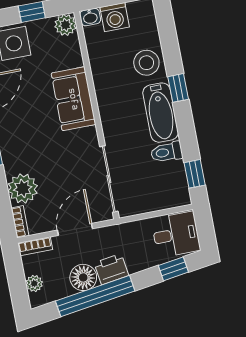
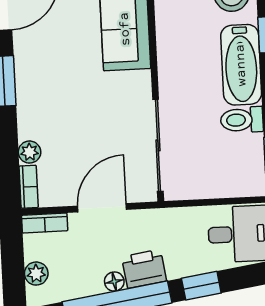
plant: (23, 188) -> (30, 152), width x0.53, depth x0.53
window: (173, 269) -> (201, 286), moved
floor lamp: (83, 277) -> (114, 282), width x0.53, depth x0.53

